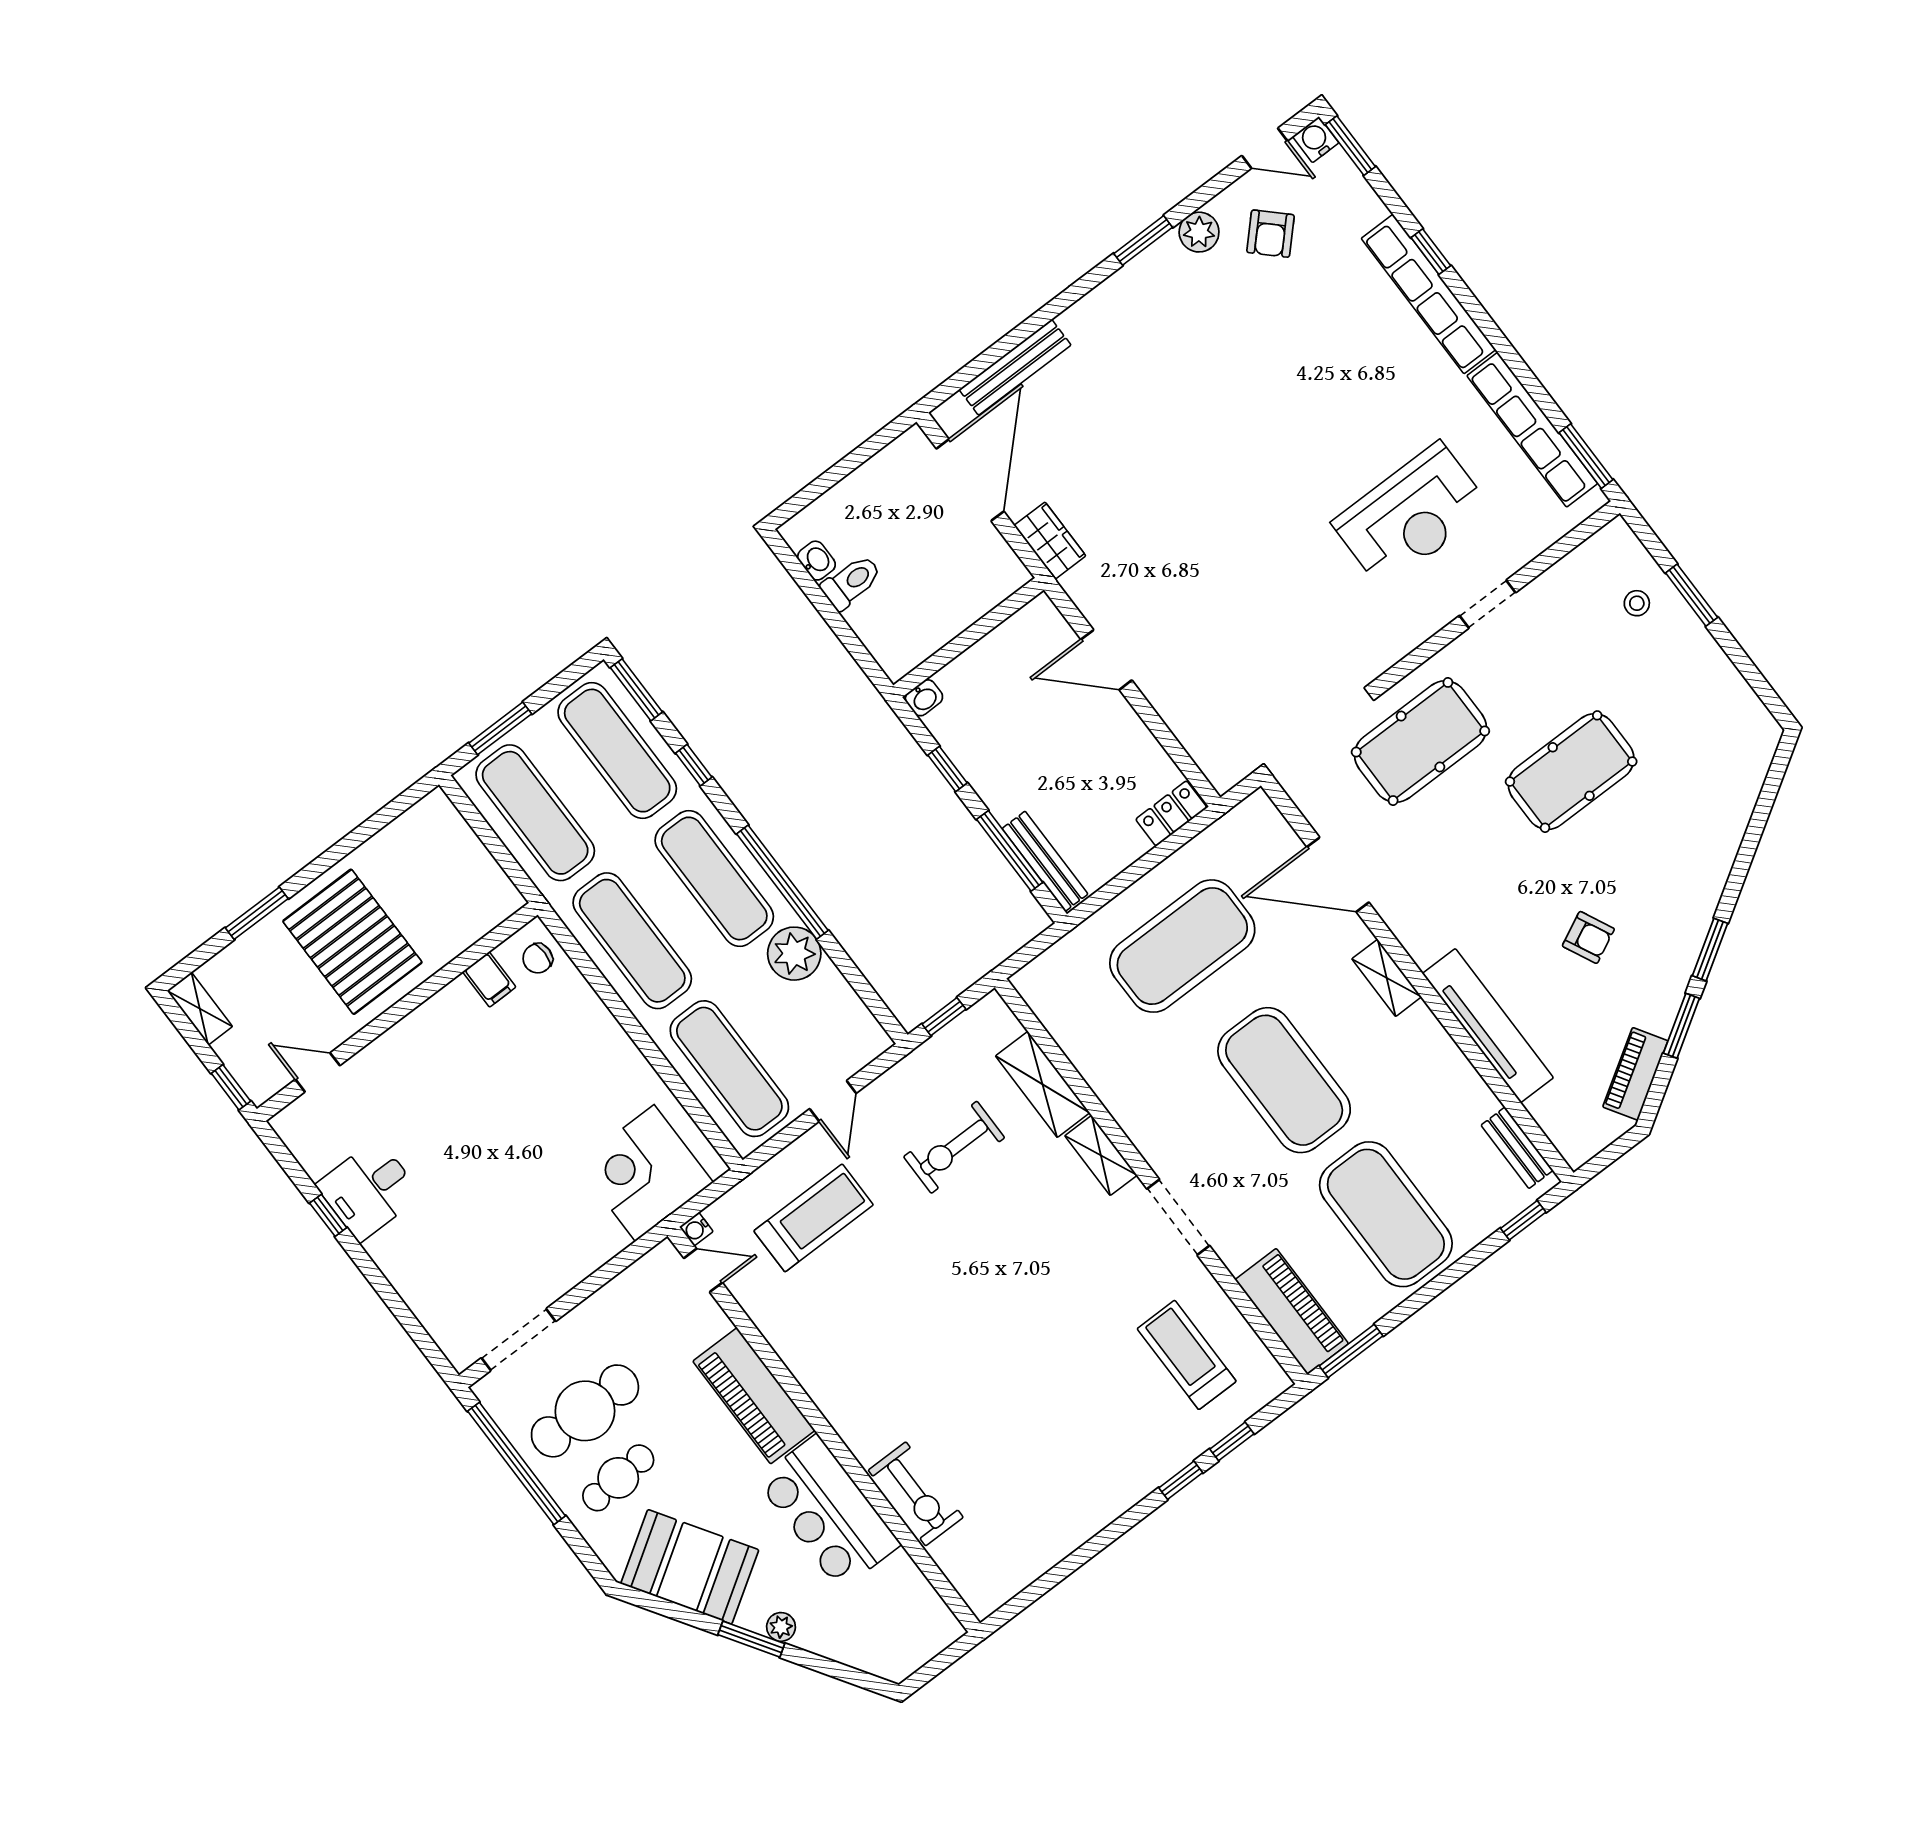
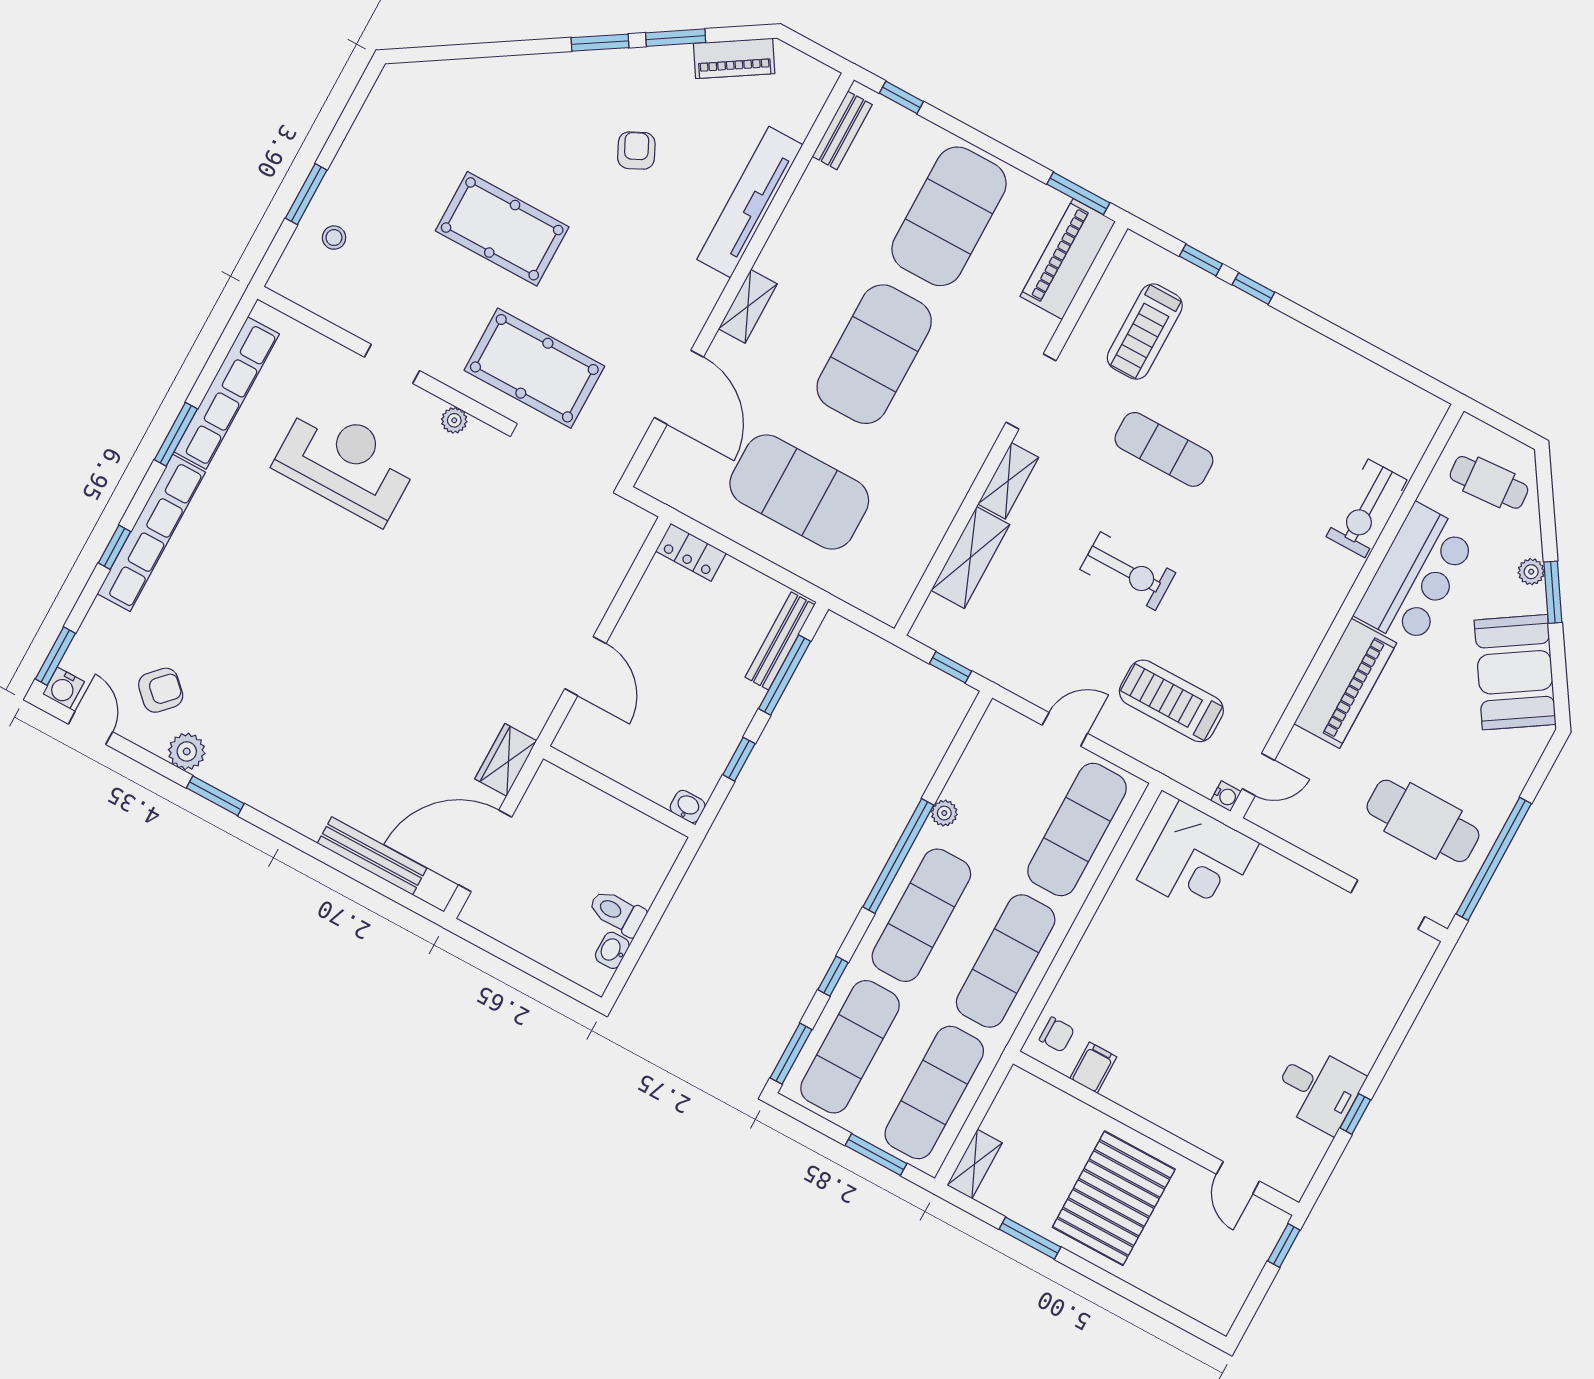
window: (1586, 456) -> (176, 434), moved
plant: (1405, 640) -> (454, 420), added
window: (257, 913) -> (1030, 1238), moved
plant: (794, 954) -> (944, 813), width x0.53, depth x0.53
shelving: (200, 1009) -> (975, 1164), moved
exercise bike: (954, 1147) -> (1128, 571), moved
door: (703, 1270) -> (1258, 774), swing flipped
exercise mat: (1063, 1322) -> (1164, 449), added
cafe table: (618, 1478) -> (1489, 482), moved
exercise bike: (916, 1494) -> (1367, 508), turned 180

